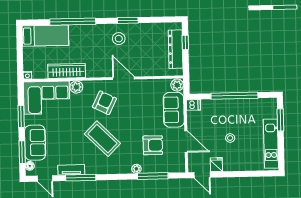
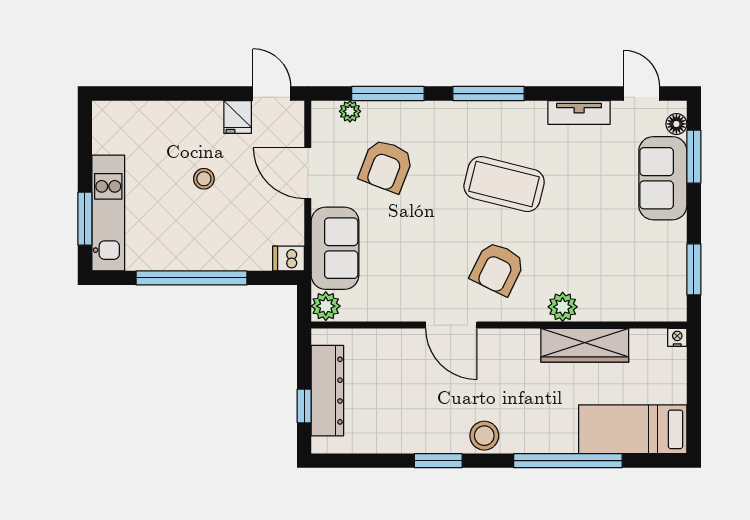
stool: (119, 39) -> (484, 436), moved
corner sofa: (47, 98) -> (633, 283), removed
window: (21, 116) -> (694, 269), moved
coffee table: (102, 139) -> (504, 184), turned -31
kitchen unit: (271, 144) -> (108, 213), moved
armchair: (153, 145) -> (386, 166), turned -69
plant: (136, 169) -> (350, 111), moved
window: (81, 178) -> (488, 94), moved

